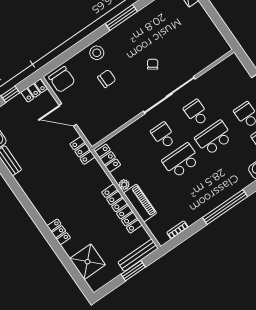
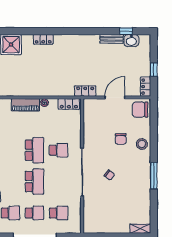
school desk: (196, 113) -> (59, 213), moved
locker: (122, 209) -> (30, 91), removed

